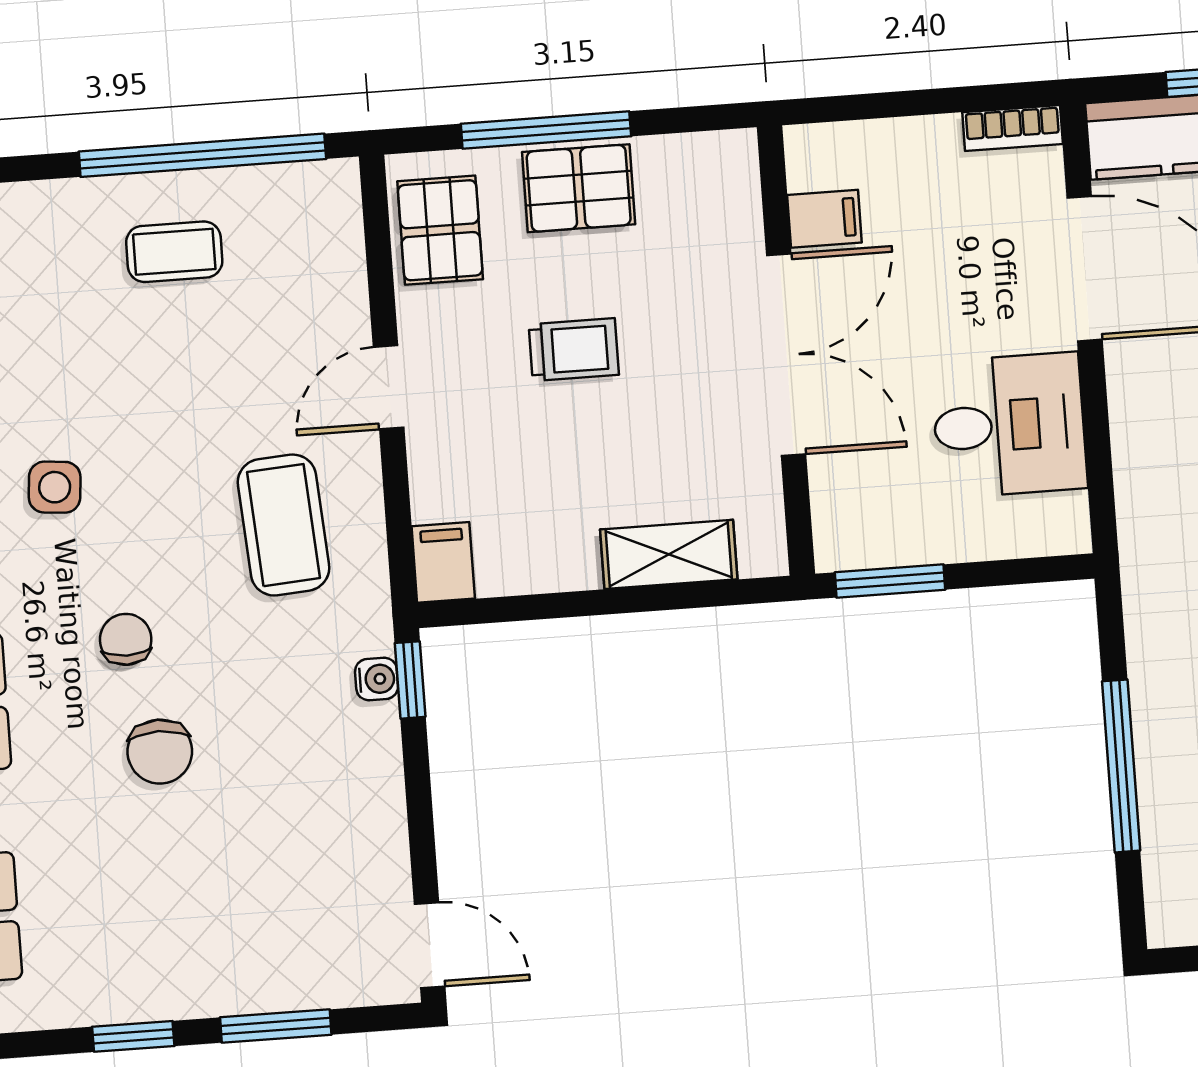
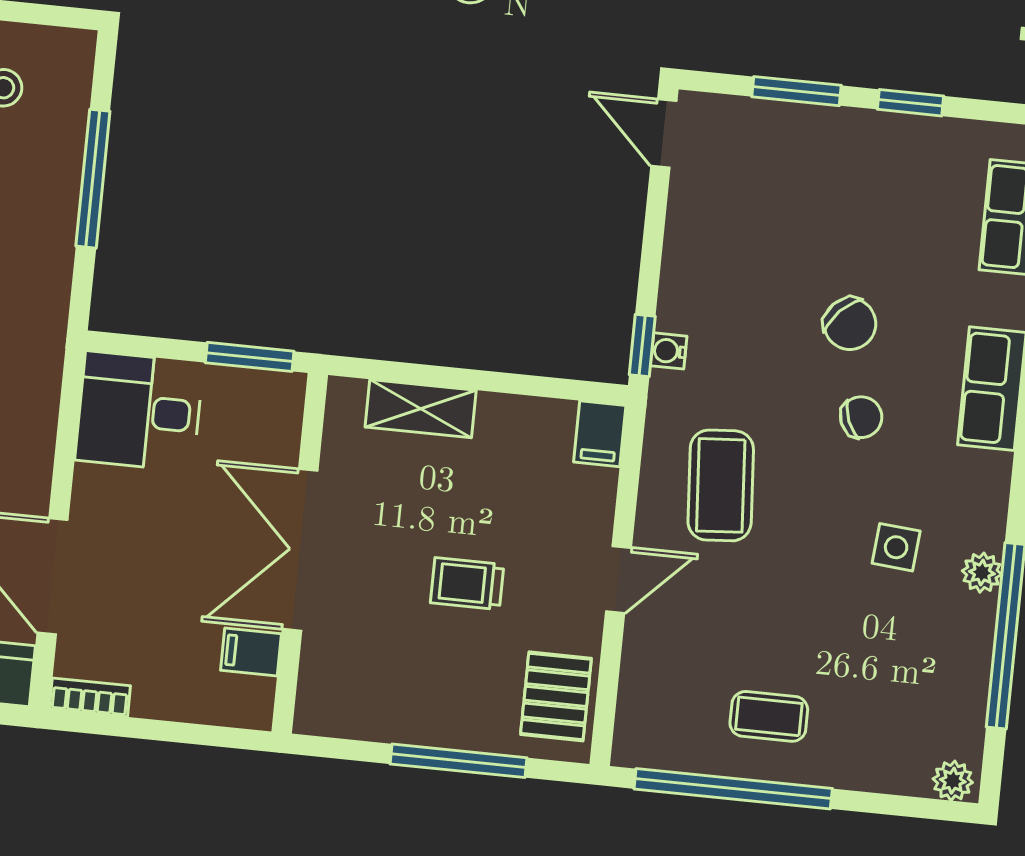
pallet: (579, 188) -> (441, 710), removed
desk: (1009, 425) -> (139, 411), moved
chair: (126, 639) -> (861, 417), turned -112
chair: (160, 752) -> (850, 324), turned 134

